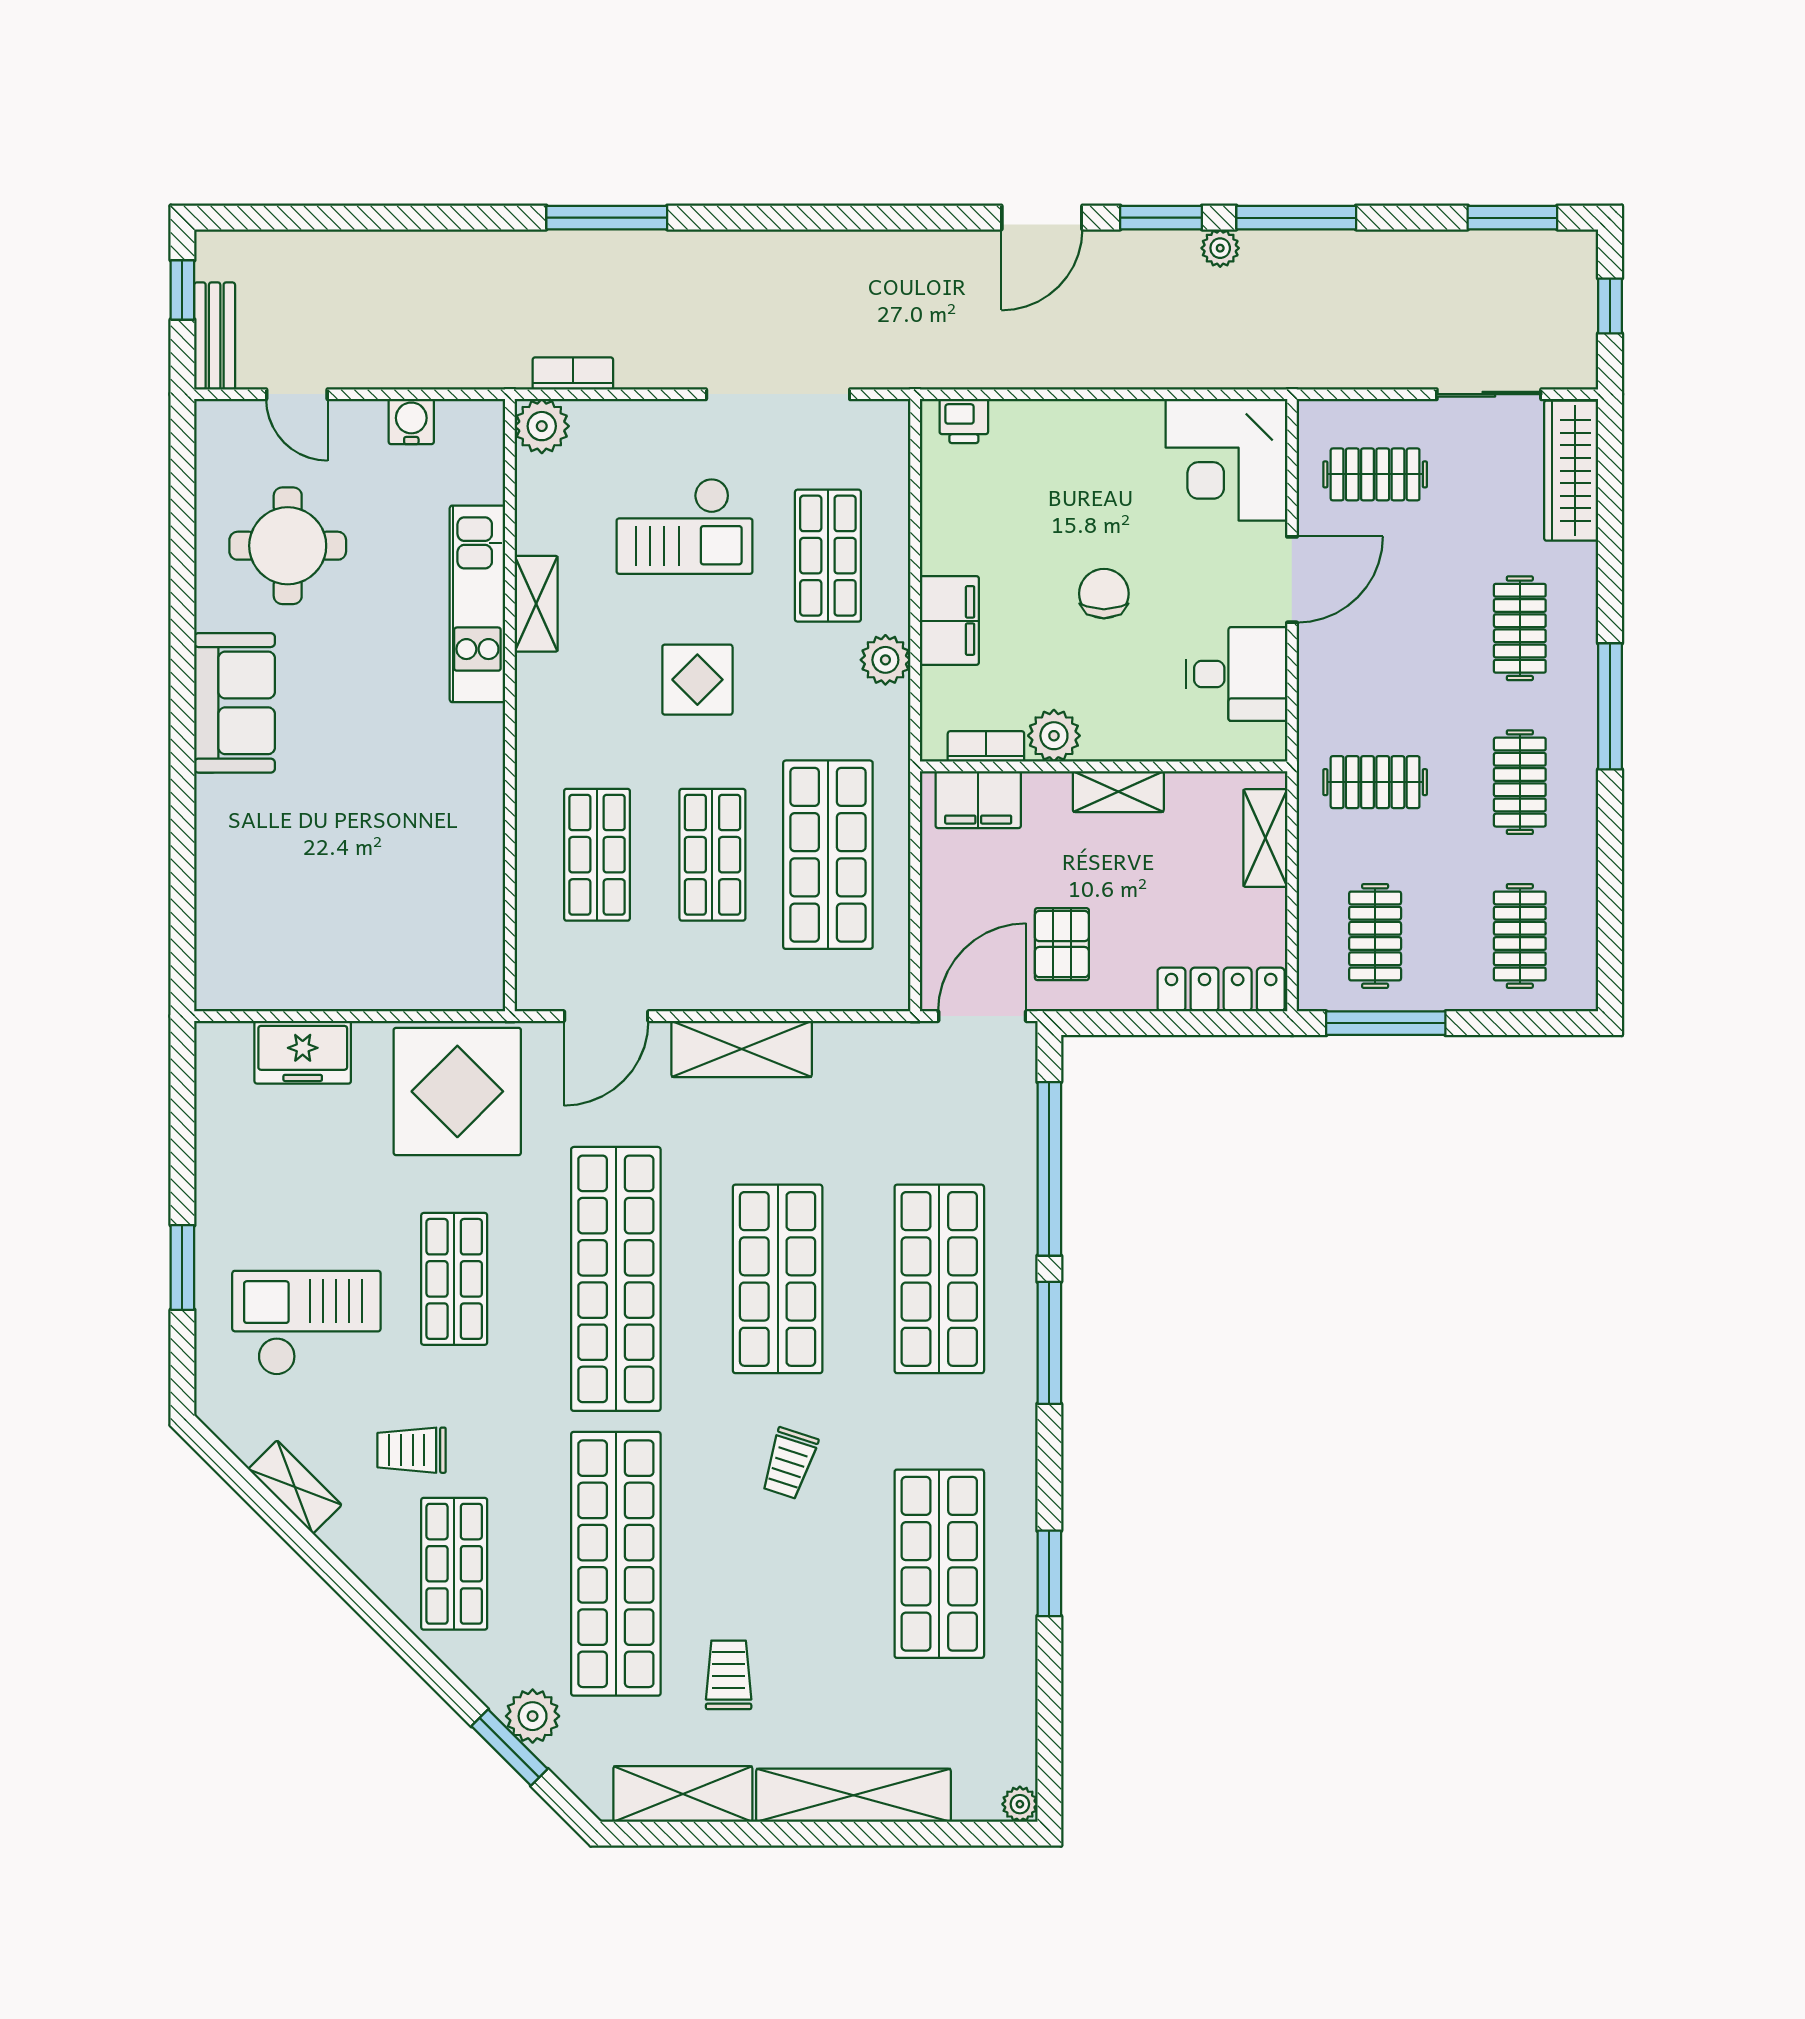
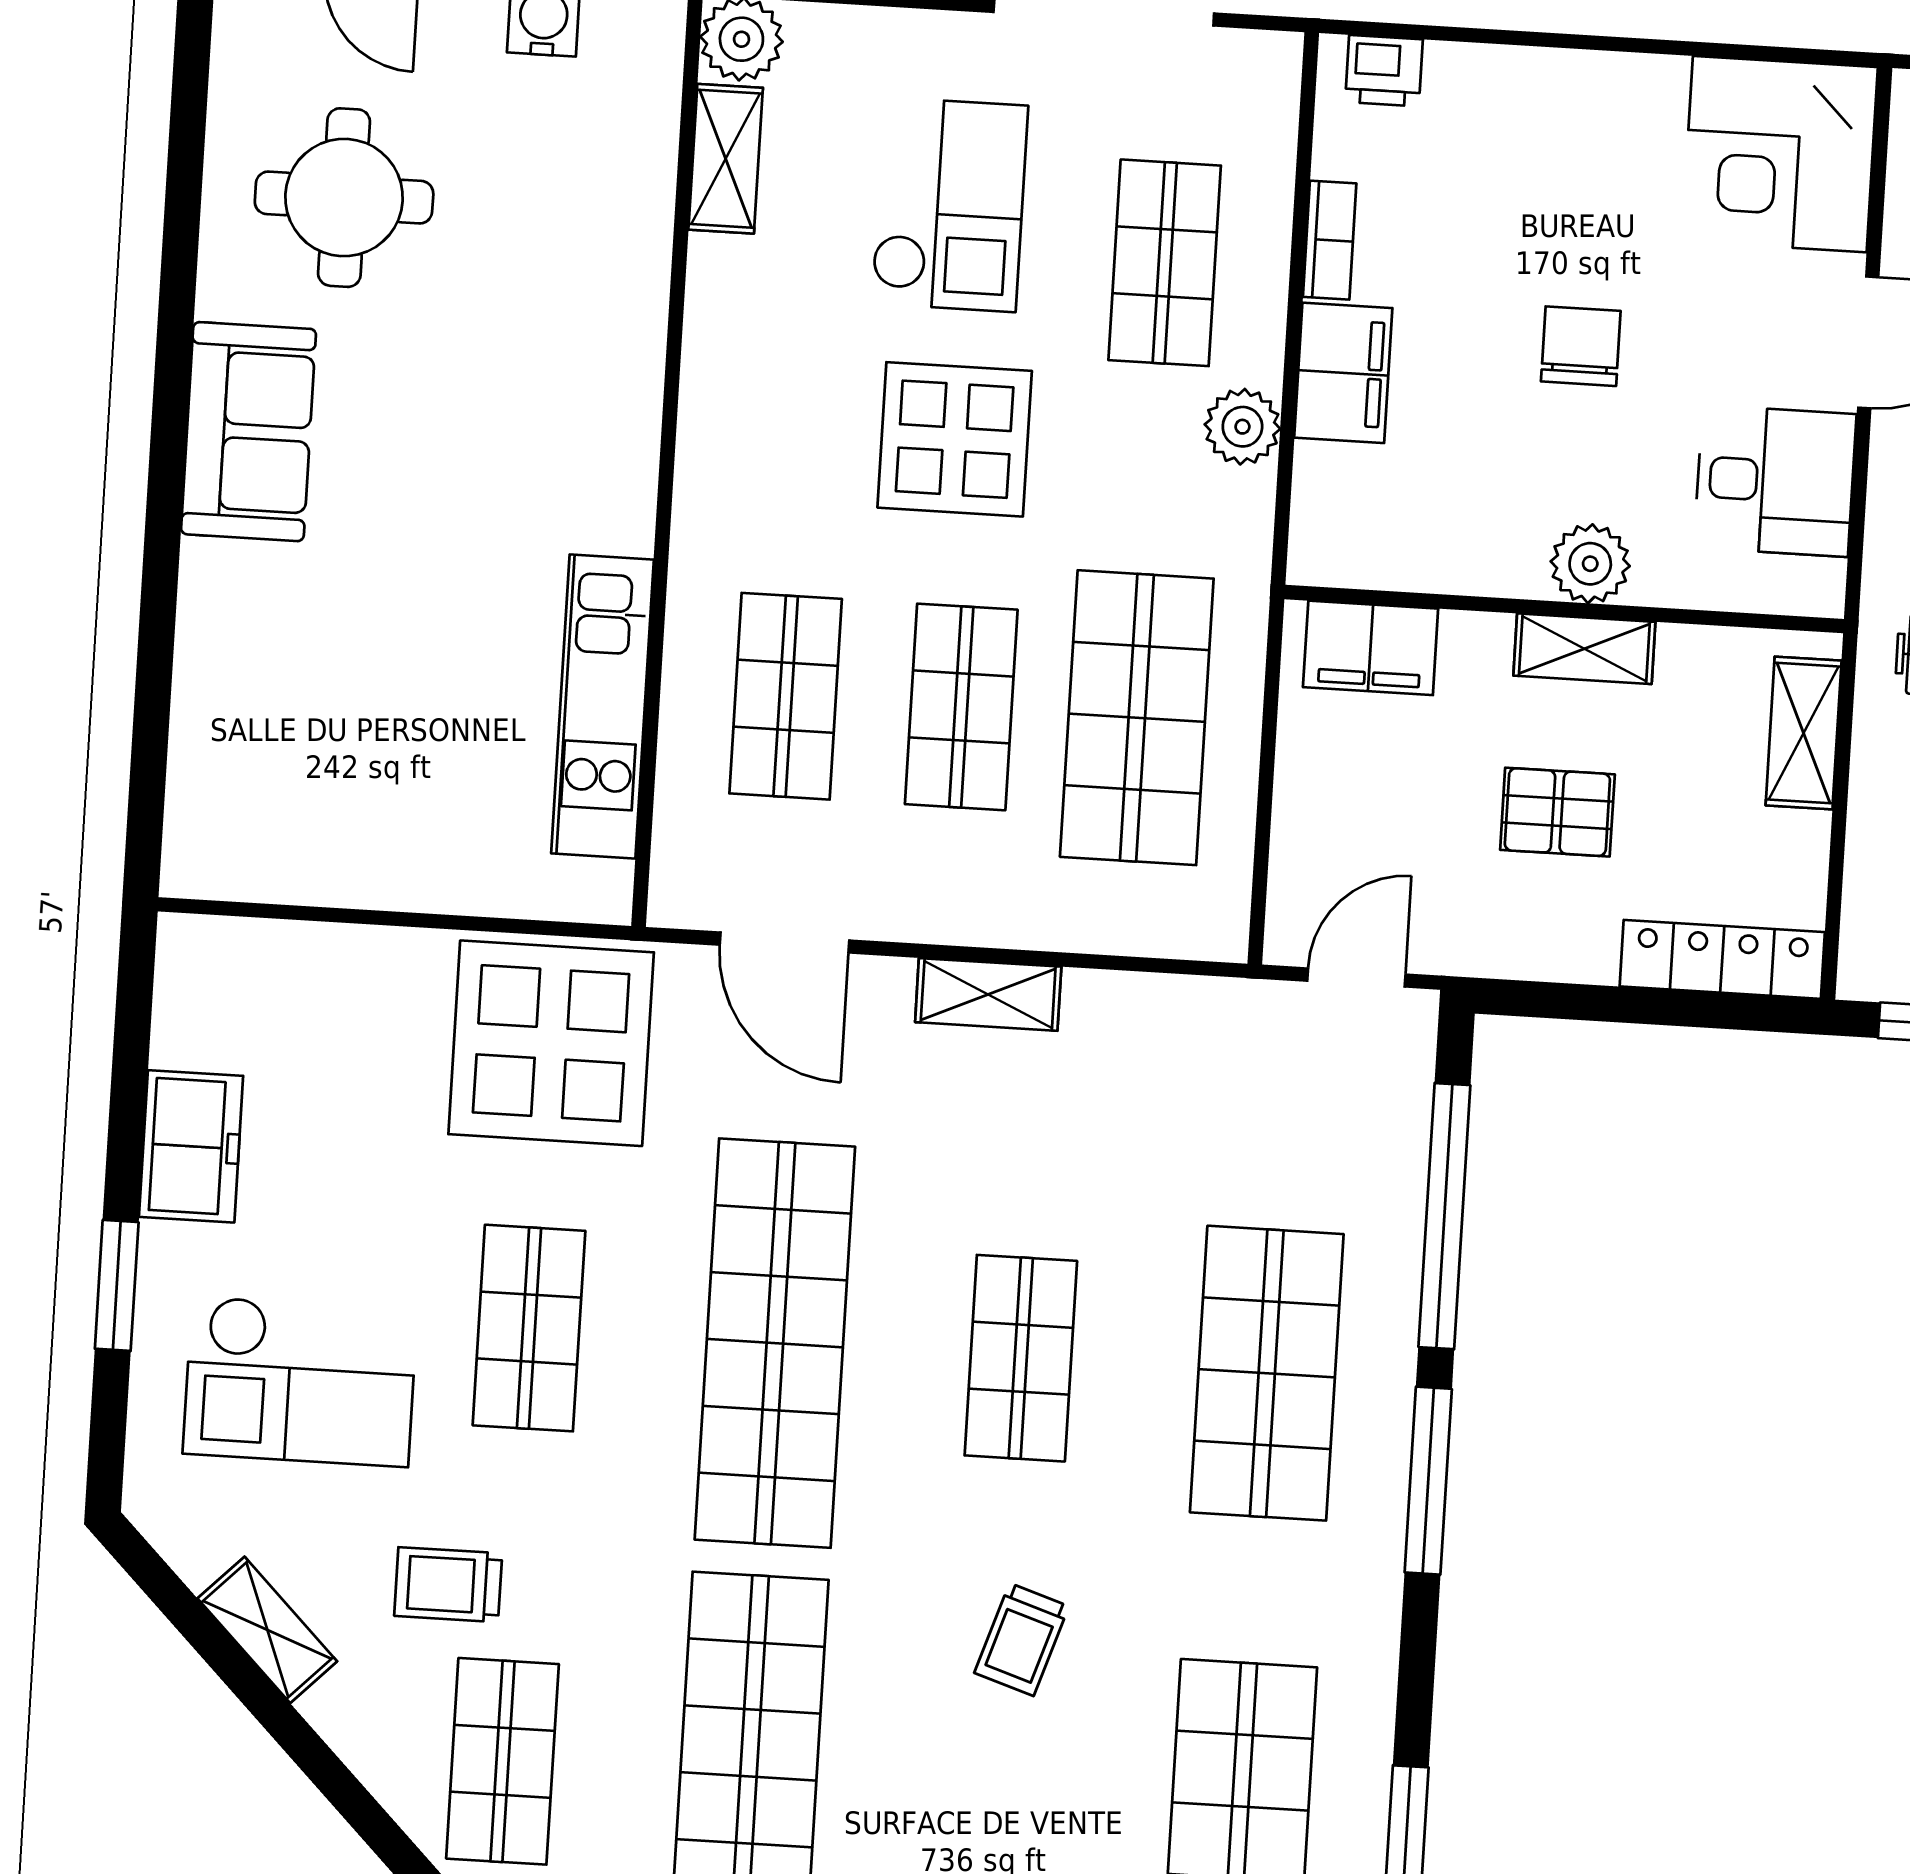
checkout: (685, 526) -> (949, 205), turned -90
kitchen unit: (477, 604) -> (603, 707), moved
shelving: (536, 604) -> (726, 159), moved
display table: (697, 680) -> (955, 439), width x1.36, depth x1.36
plant: (1054, 736) -> (1590, 564), moved
bookcase: (986, 746) -> (1330, 240), moved, turned 90
pallet: (1062, 944) -> (1557, 812), moved, turned 90
door: (606, 1016) -> (784, 943), hinge flipped
door: (982, 1016) -> (1356, 978), width x0.73
shelving: (742, 1049) -> (988, 994), width x0.67, depth x0.75
freezer: (303, 1052) -> (191, 1146), moved, turned -90
shop shelf: (778, 1279) -> (1021, 1358), width x0.70, depth x0.74
checkout: (306, 1323) -> (300, 1381), turned 180

